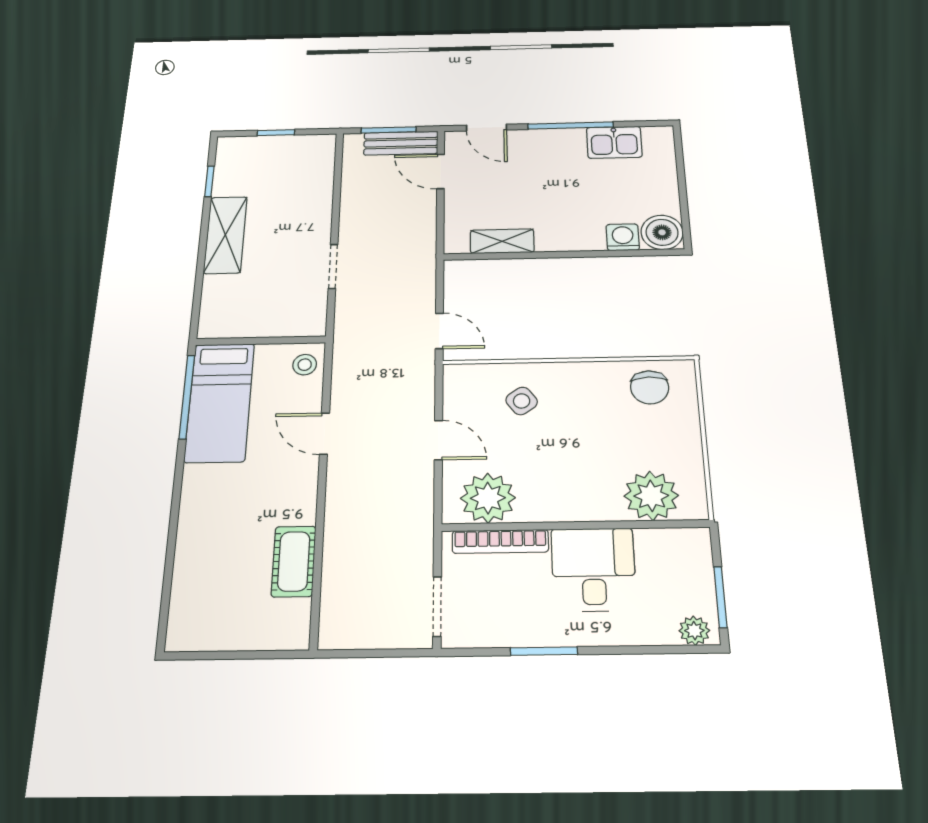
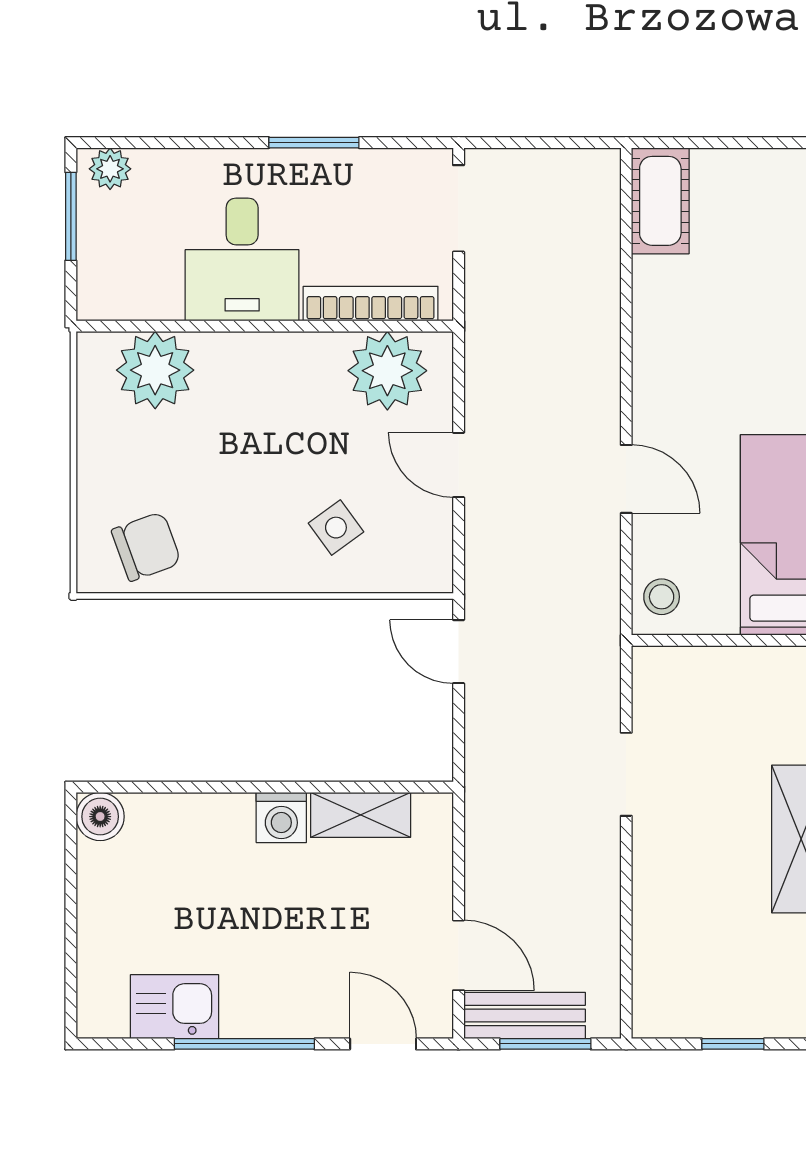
boiler: (662, 232) -> (100, 817), width x0.73, depth x0.73
washing machine: (623, 237) -> (281, 818), moved
chair: (650, 387) -> (146, 547), turned 71
cot: (294, 561) -> (660, 201), moved

